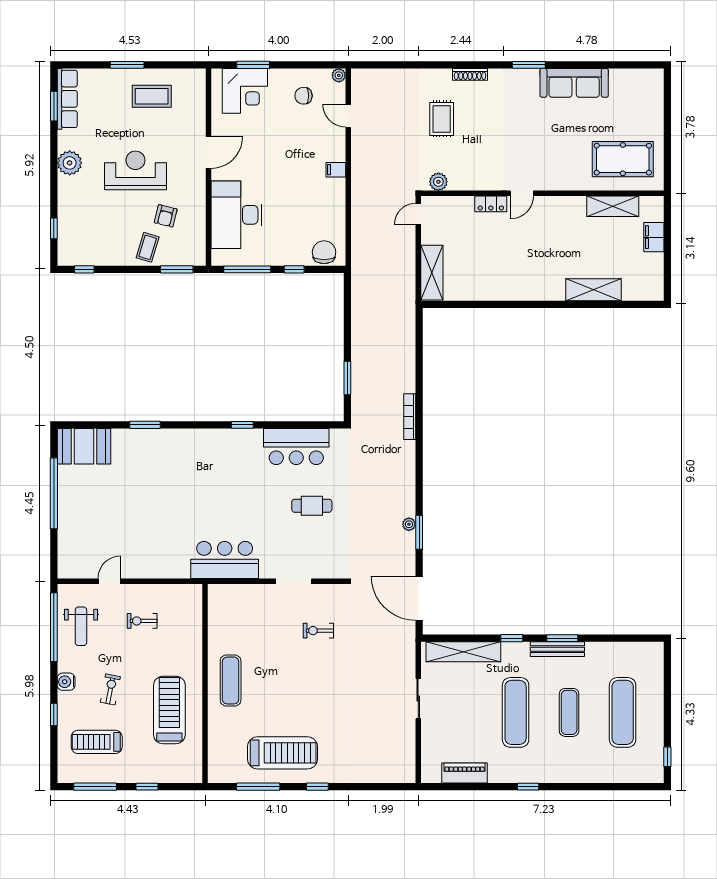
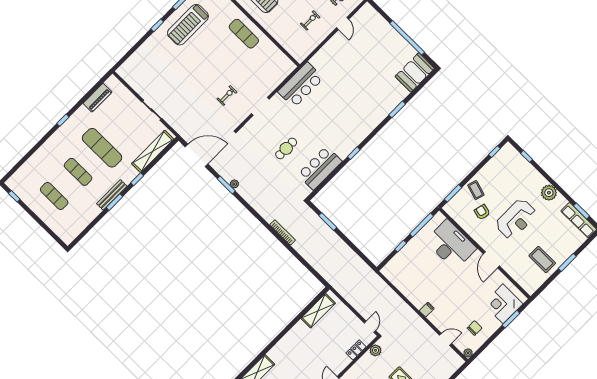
coffee table: (152, 96) -> (542, 259), turned 90
locker: (491, 204) -> (356, 350), moved
chair: (324, 252) -> (395, 267), removed
shelving: (432, 273) -> (318, 311), moved, turned 90
exercise mat: (623, 712) -> (54, 196), width x0.73, depth x0.69

